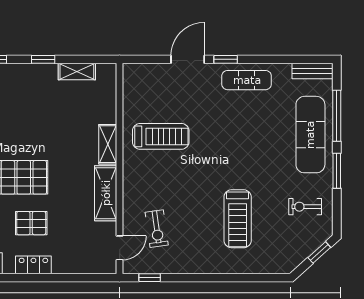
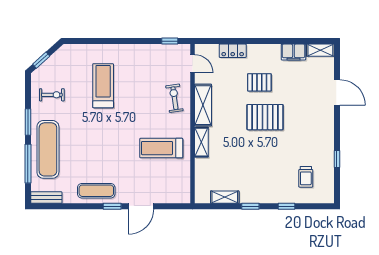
exercise bike: (157, 229) -> (174, 98), moved
door: (120, 248) -> (193, 64), swing flipped
locker: (33, 265) -> (233, 51), moved

